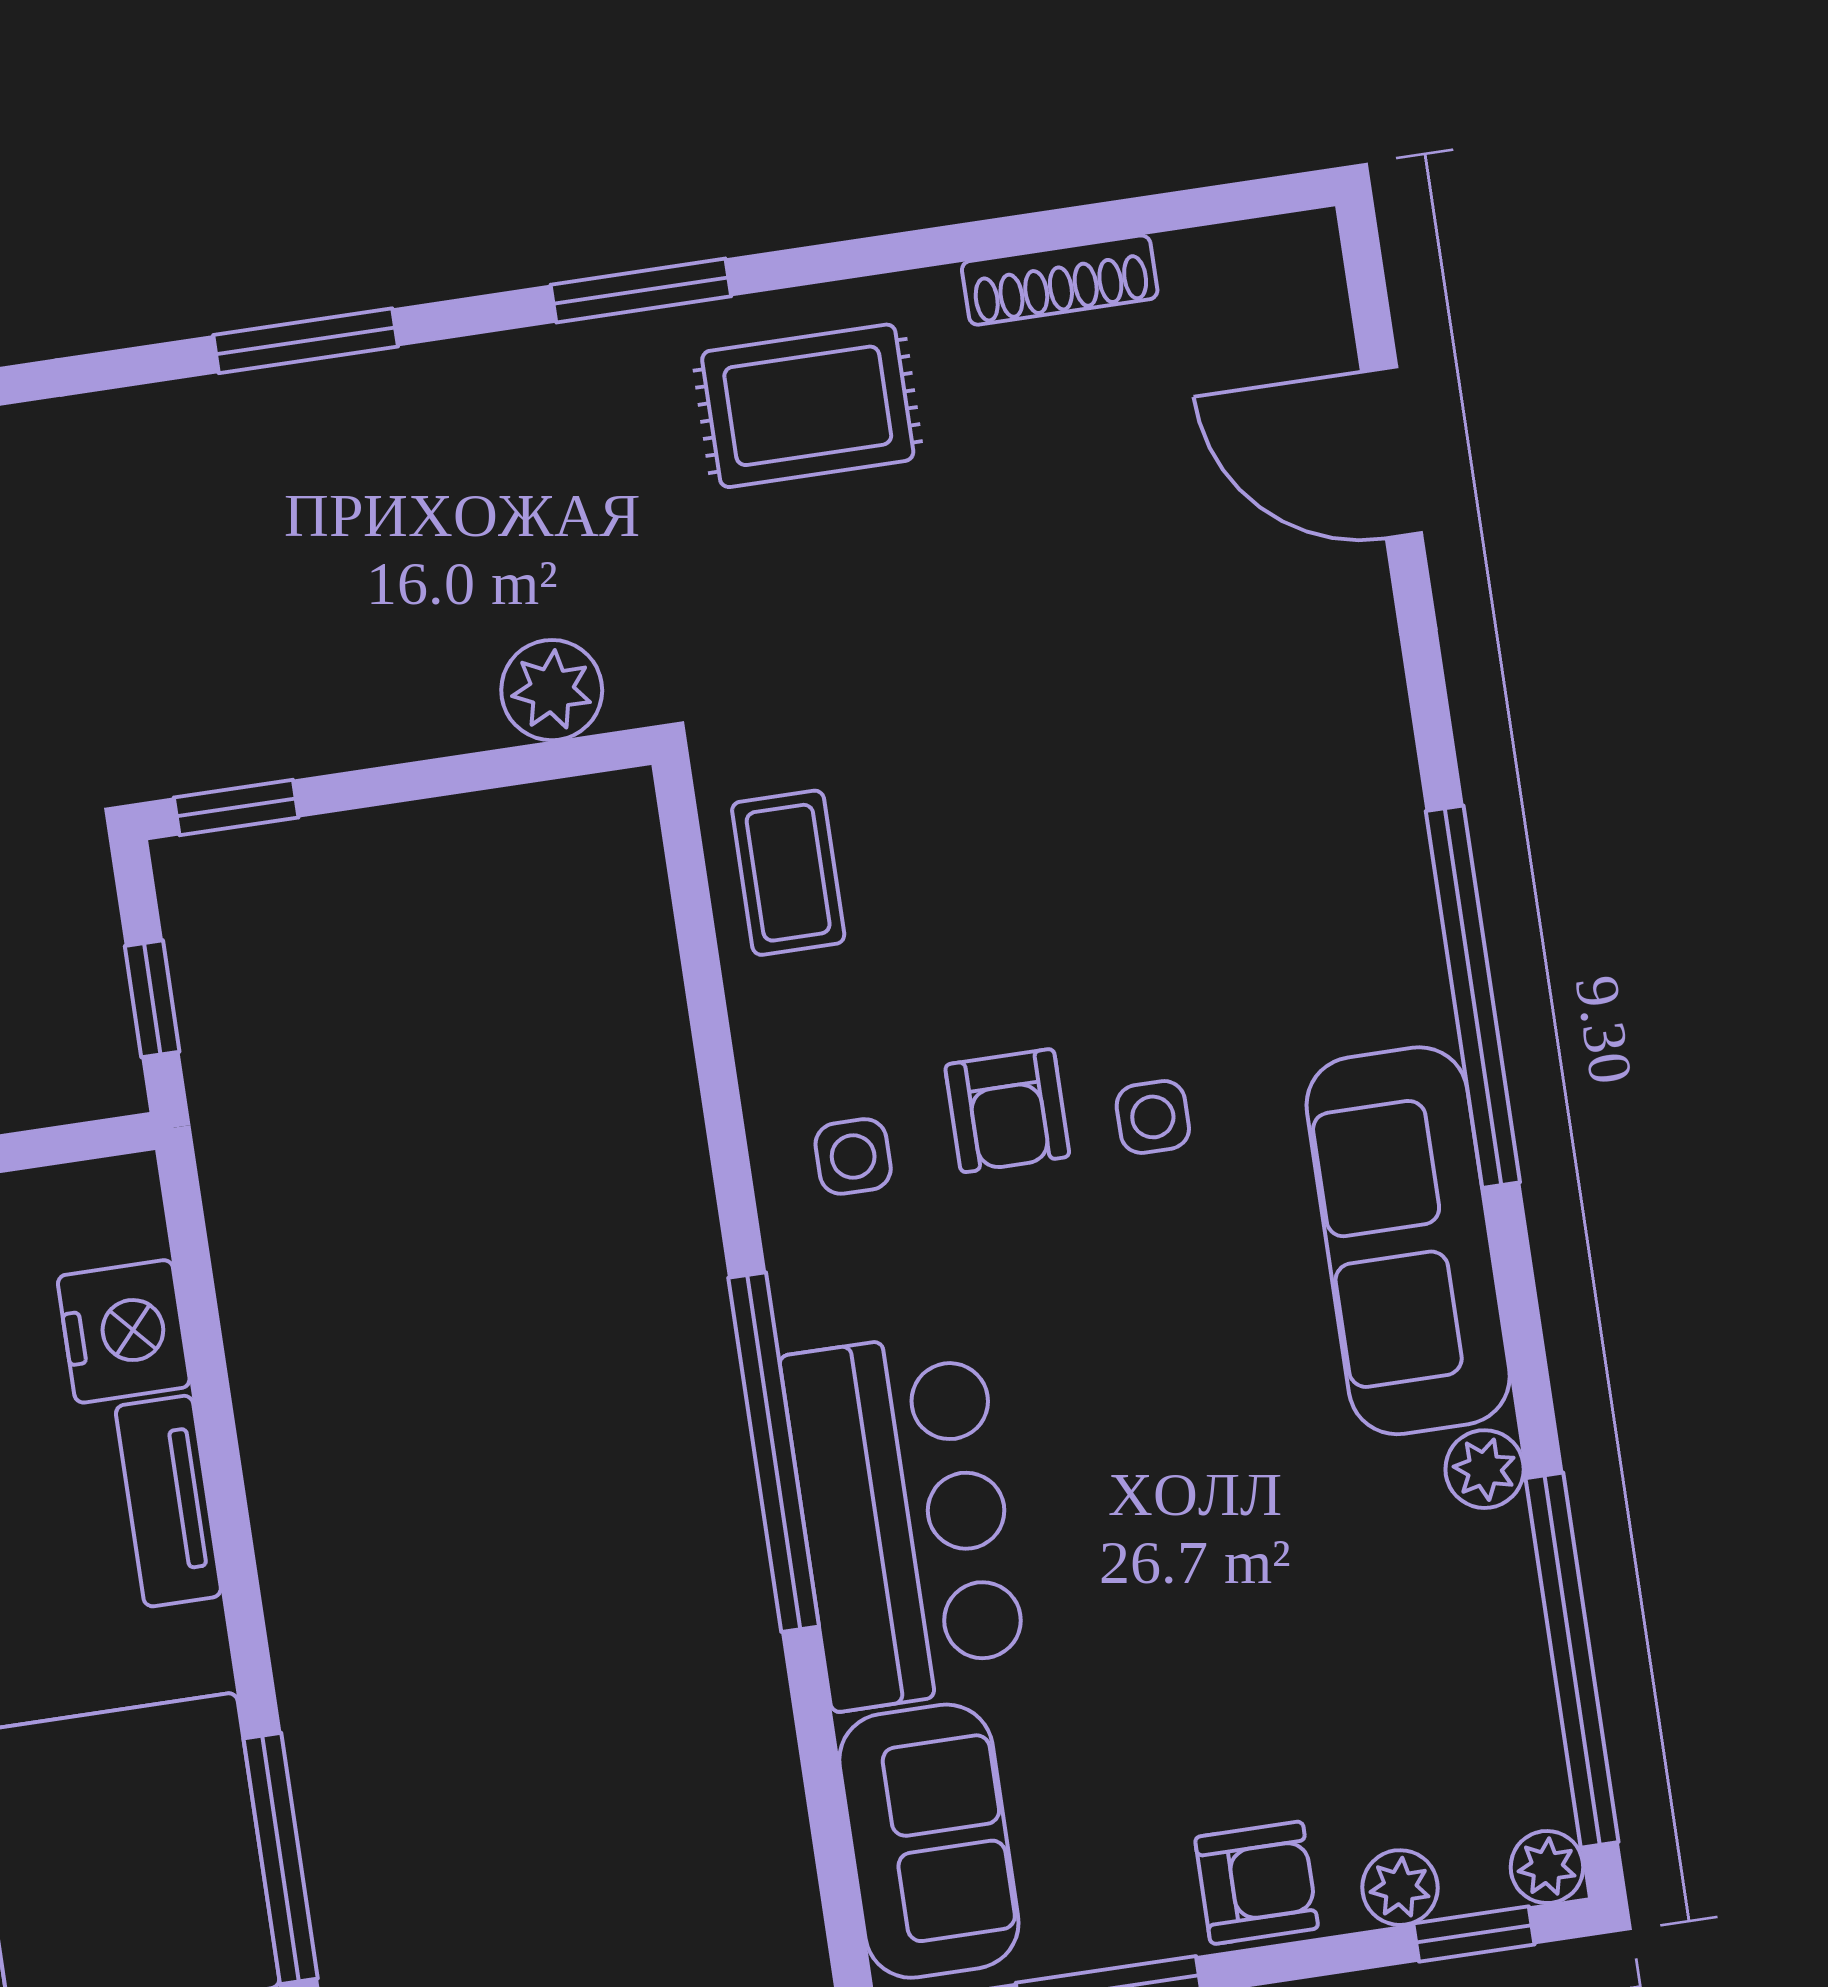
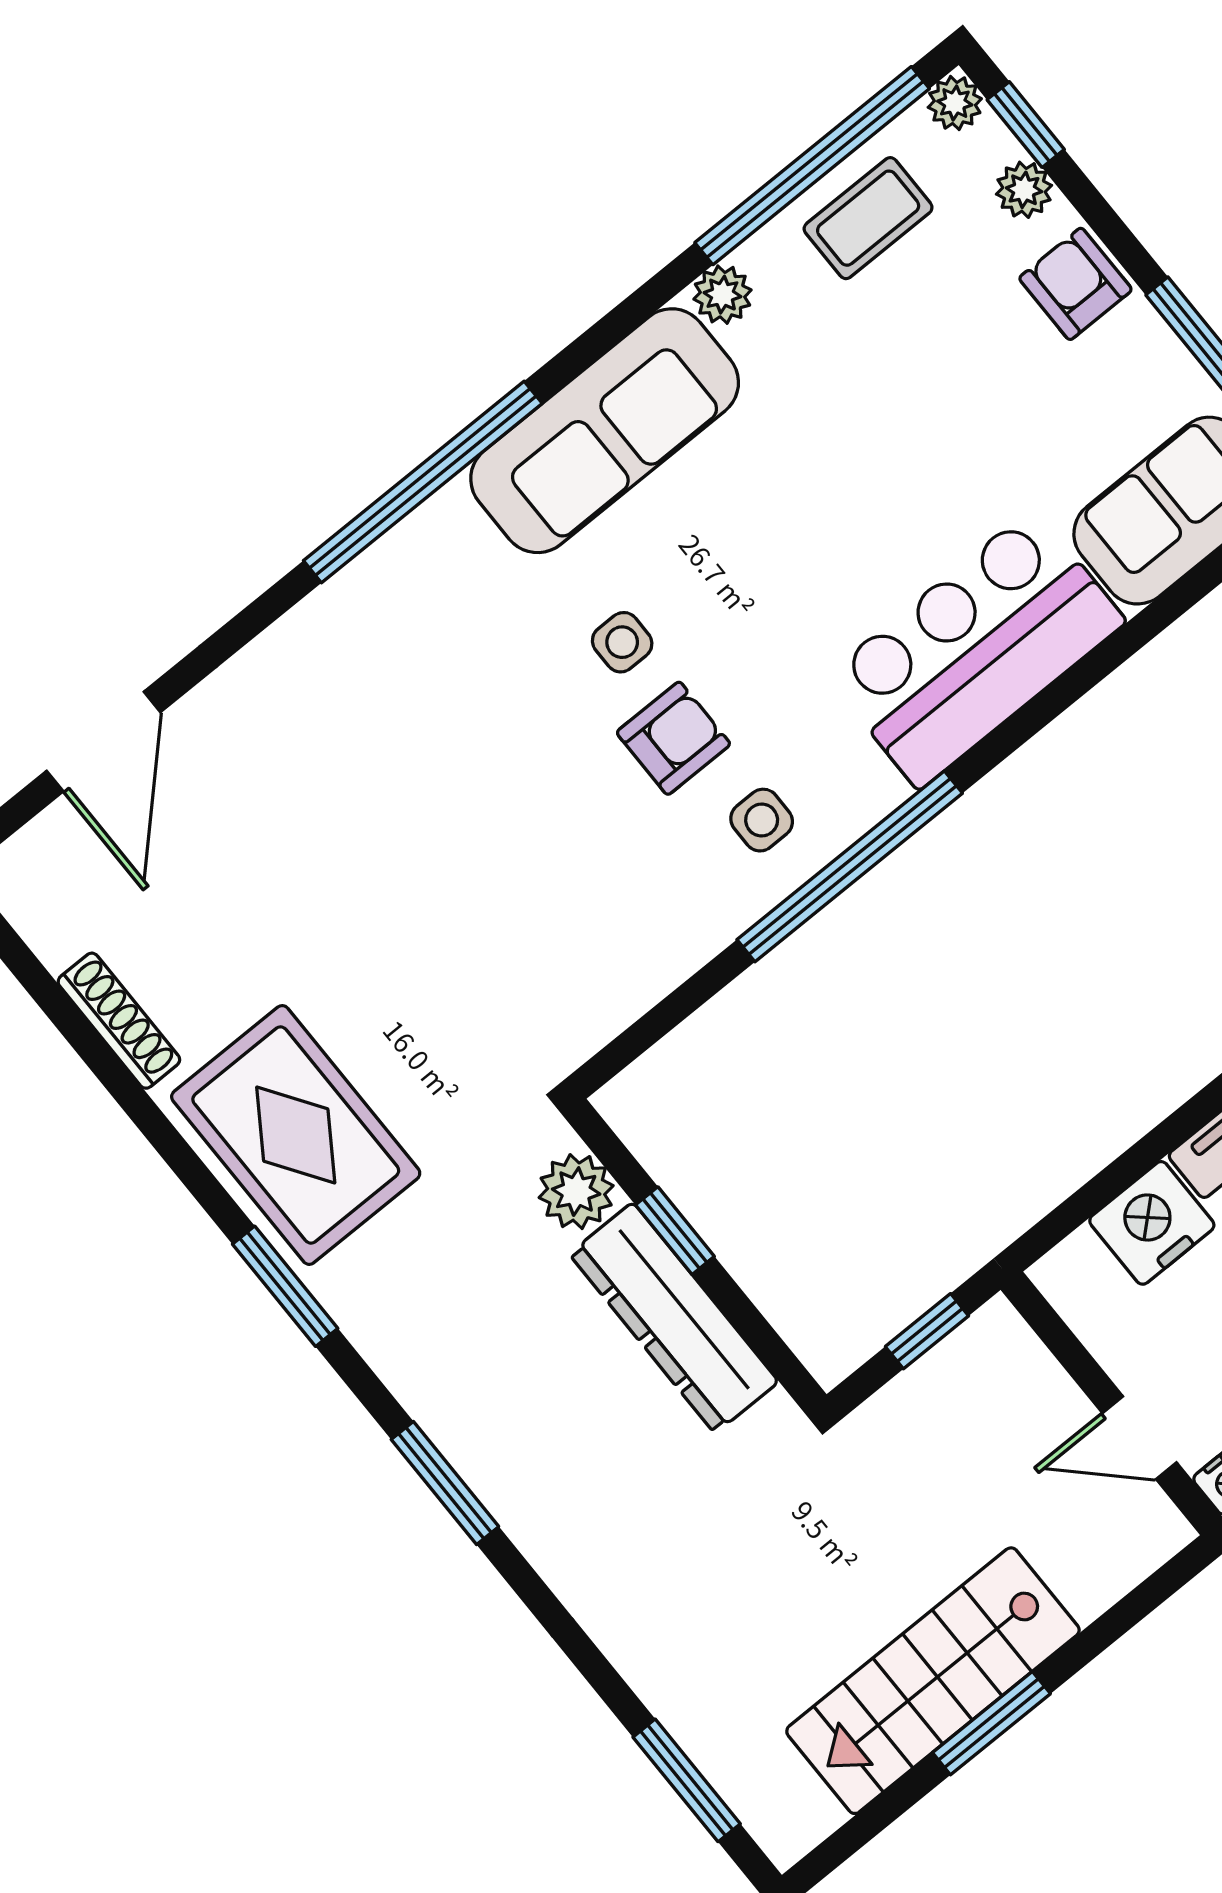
rug: (808, 406) -> (296, 1135), width x1.36, depth x1.43
dresser: (340, 717) -> (674, 1318), added
window: (236, 808) -> (675, 1231), moved
coffee table: (788, 873) -> (868, 218), moved
window: (774, 1452) -> (850, 866), moved

